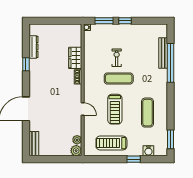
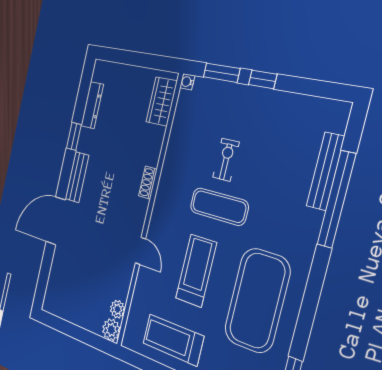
wardrobe: (75, 58) -> (162, 101), moved
treadmill: (115, 109) -> (196, 271), turned 180
exercise mat: (148, 113) -> (257, 300), width x2.00, depth x1.45
bench: (34, 144) -> (77, 177), moved

